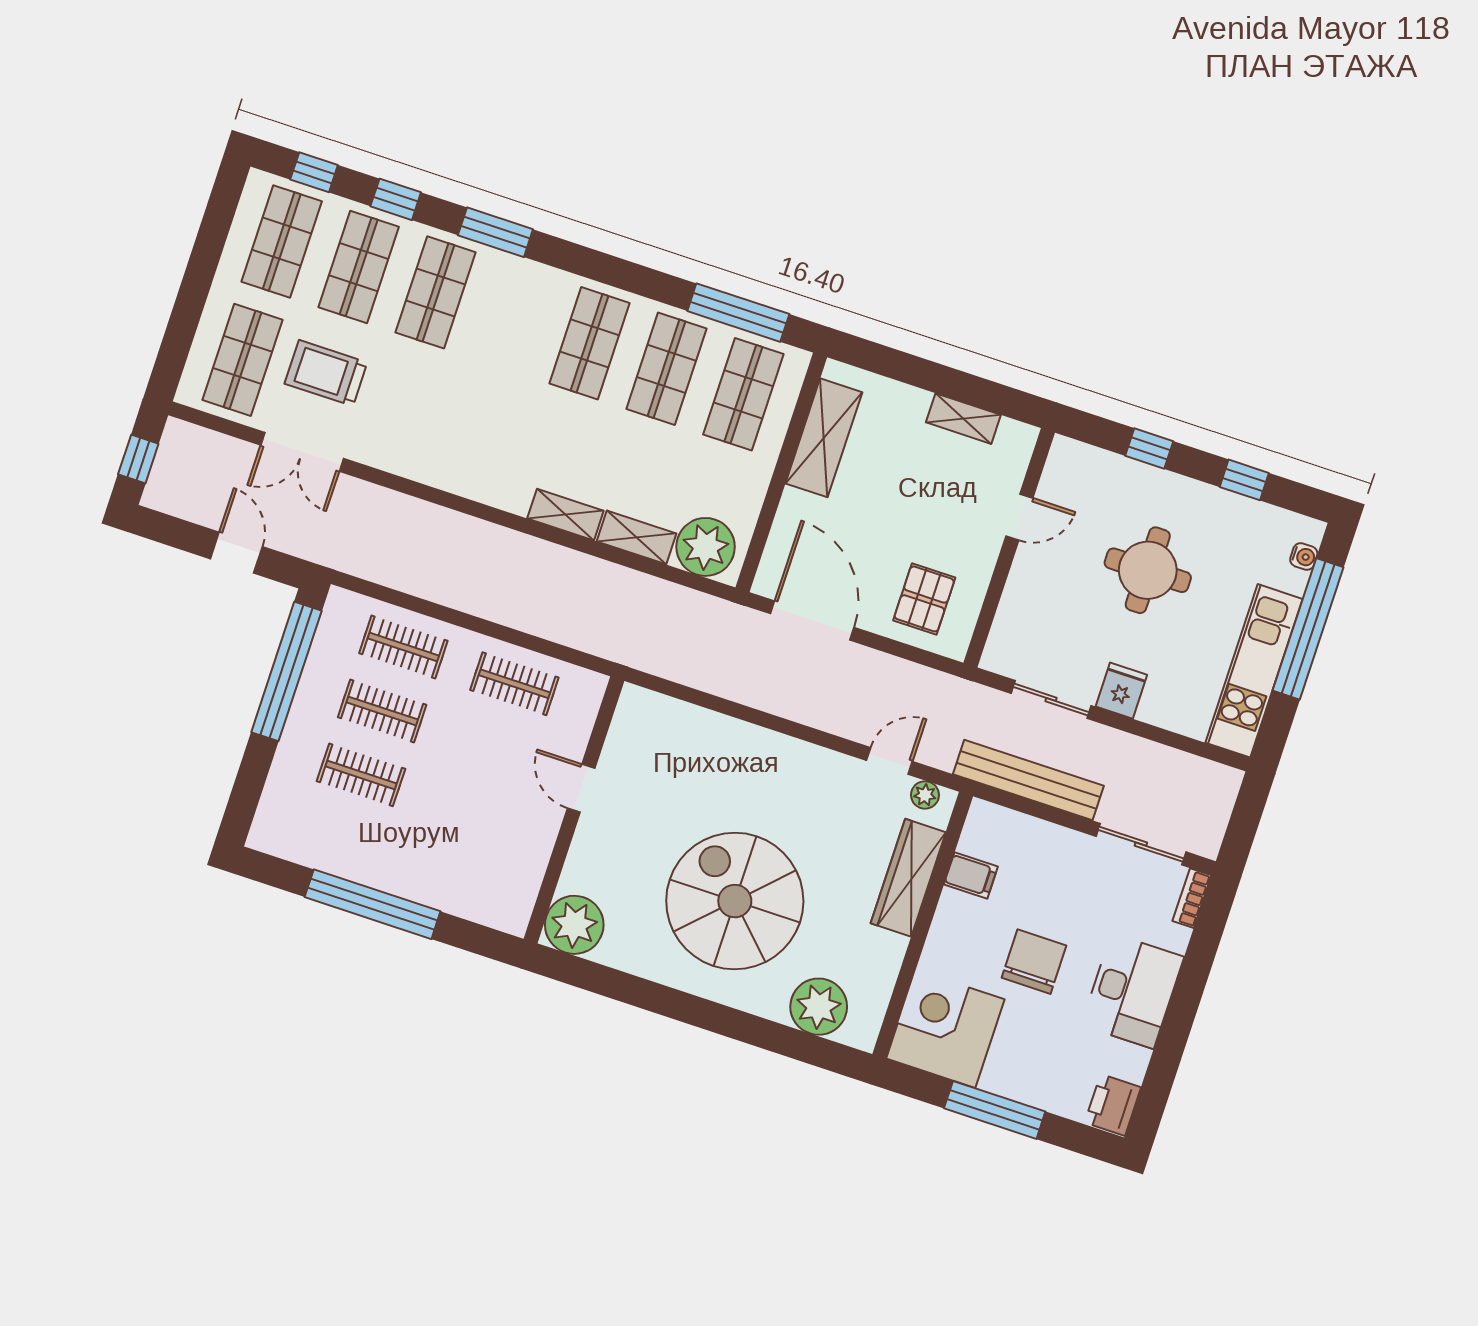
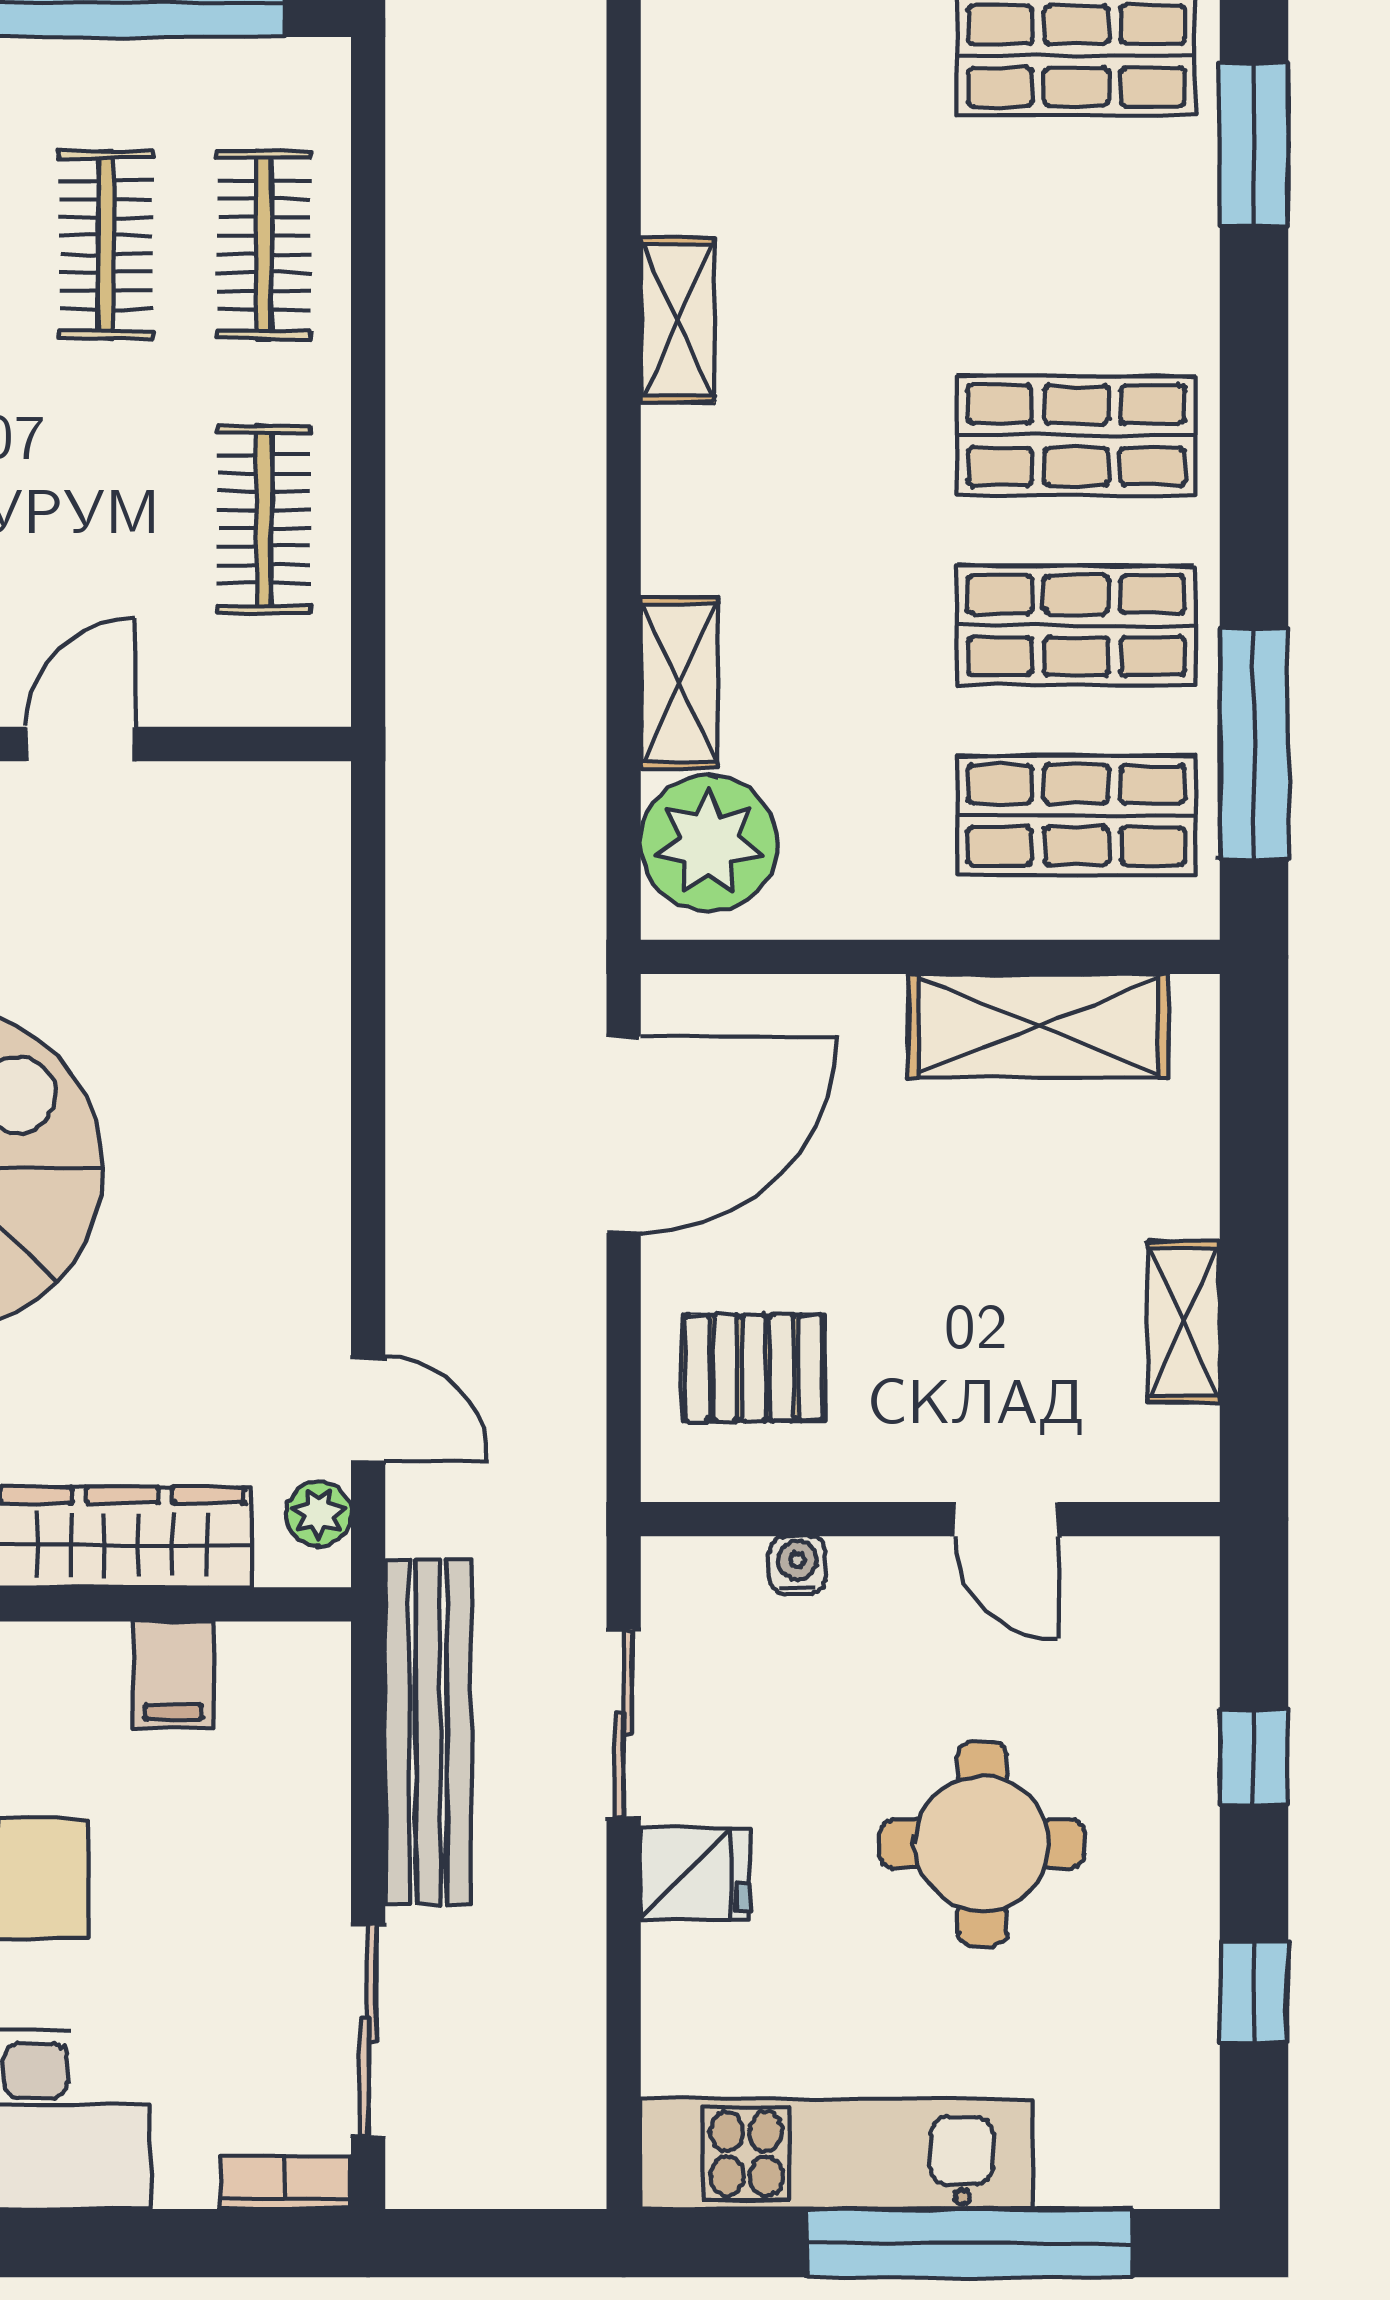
shelving: (565, 515) -> (678, 320), moved
water cooler: (1304, 556) -> (798, 1565), moved, turned 180

